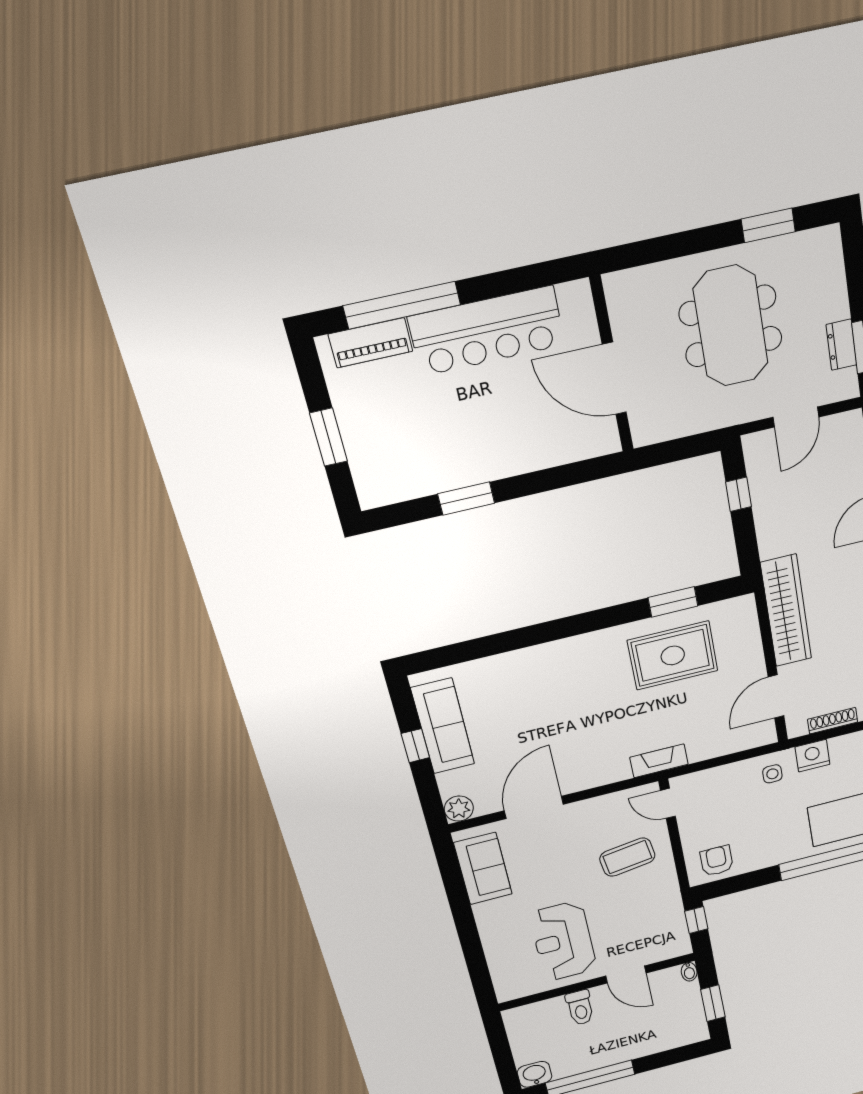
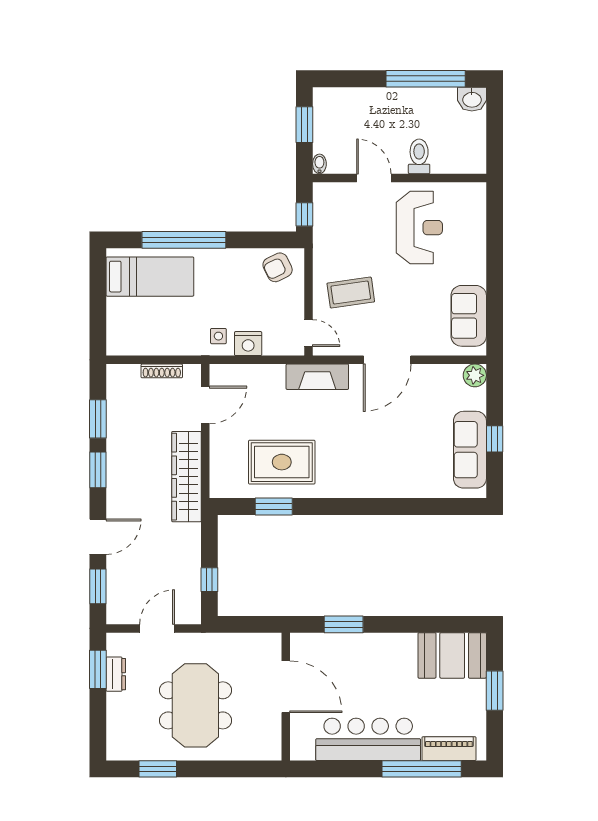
booth: (399, 471) -> (452, 655), added
window: (466, 498) -> (344, 624), moved
nightstand: (812, 756) -> (248, 344), moved
fireplace: (659, 761) -> (317, 377), width x1.37, depth x1.32
door: (534, 807) -> (387, 360), moved
armchair: (717, 861) -> (278, 267), turned 64

